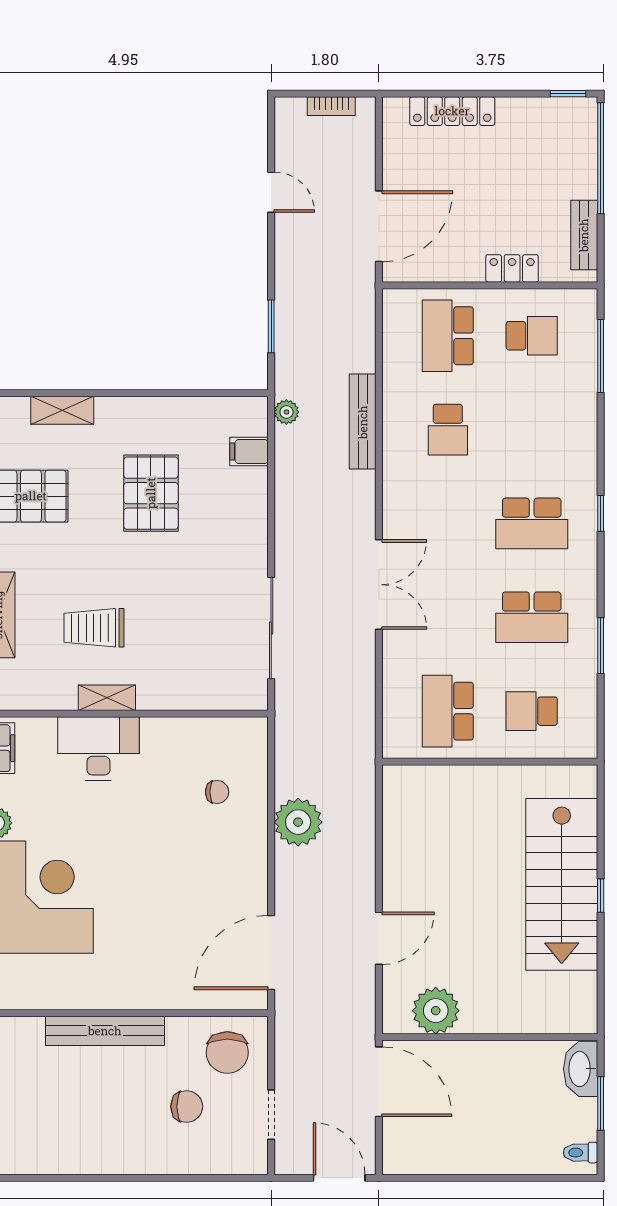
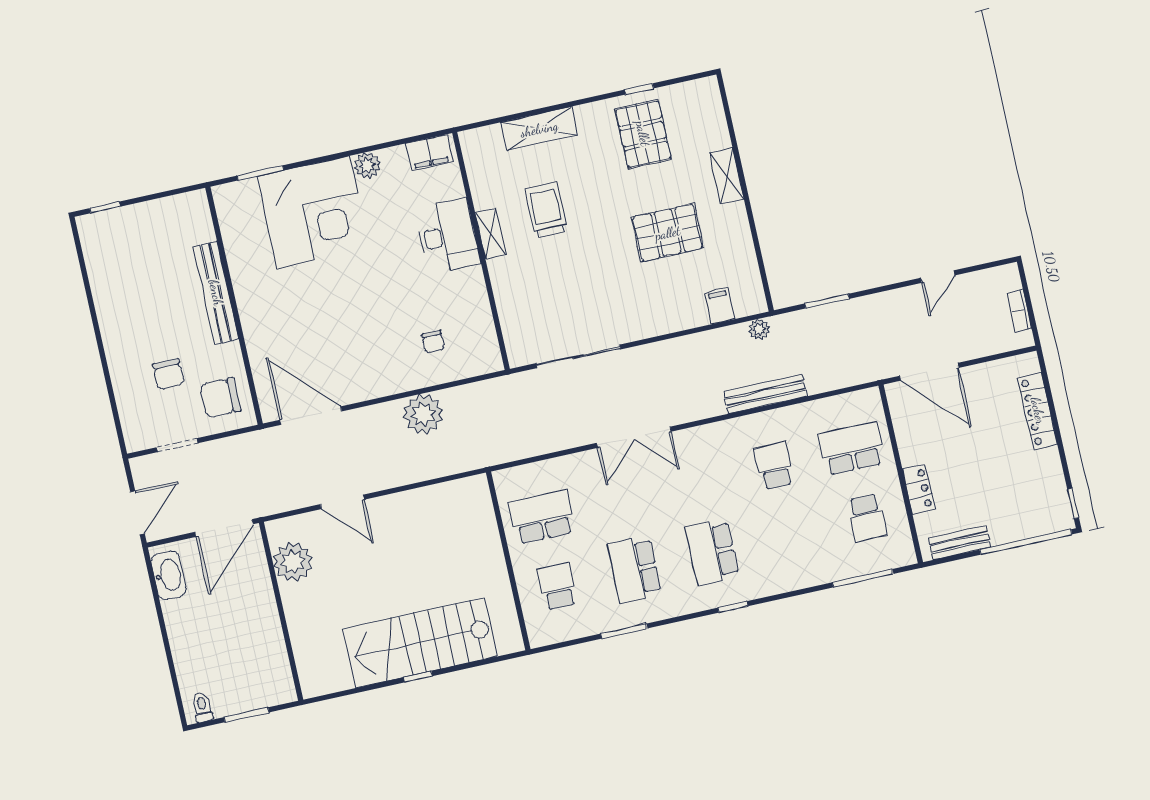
shelving: (62, 410) -> (727, 176), moved
school desk: (448, 430) -> (774, 466), turned 90
washbasin: (581, 1069) -> (169, 575), moved, turned 90

